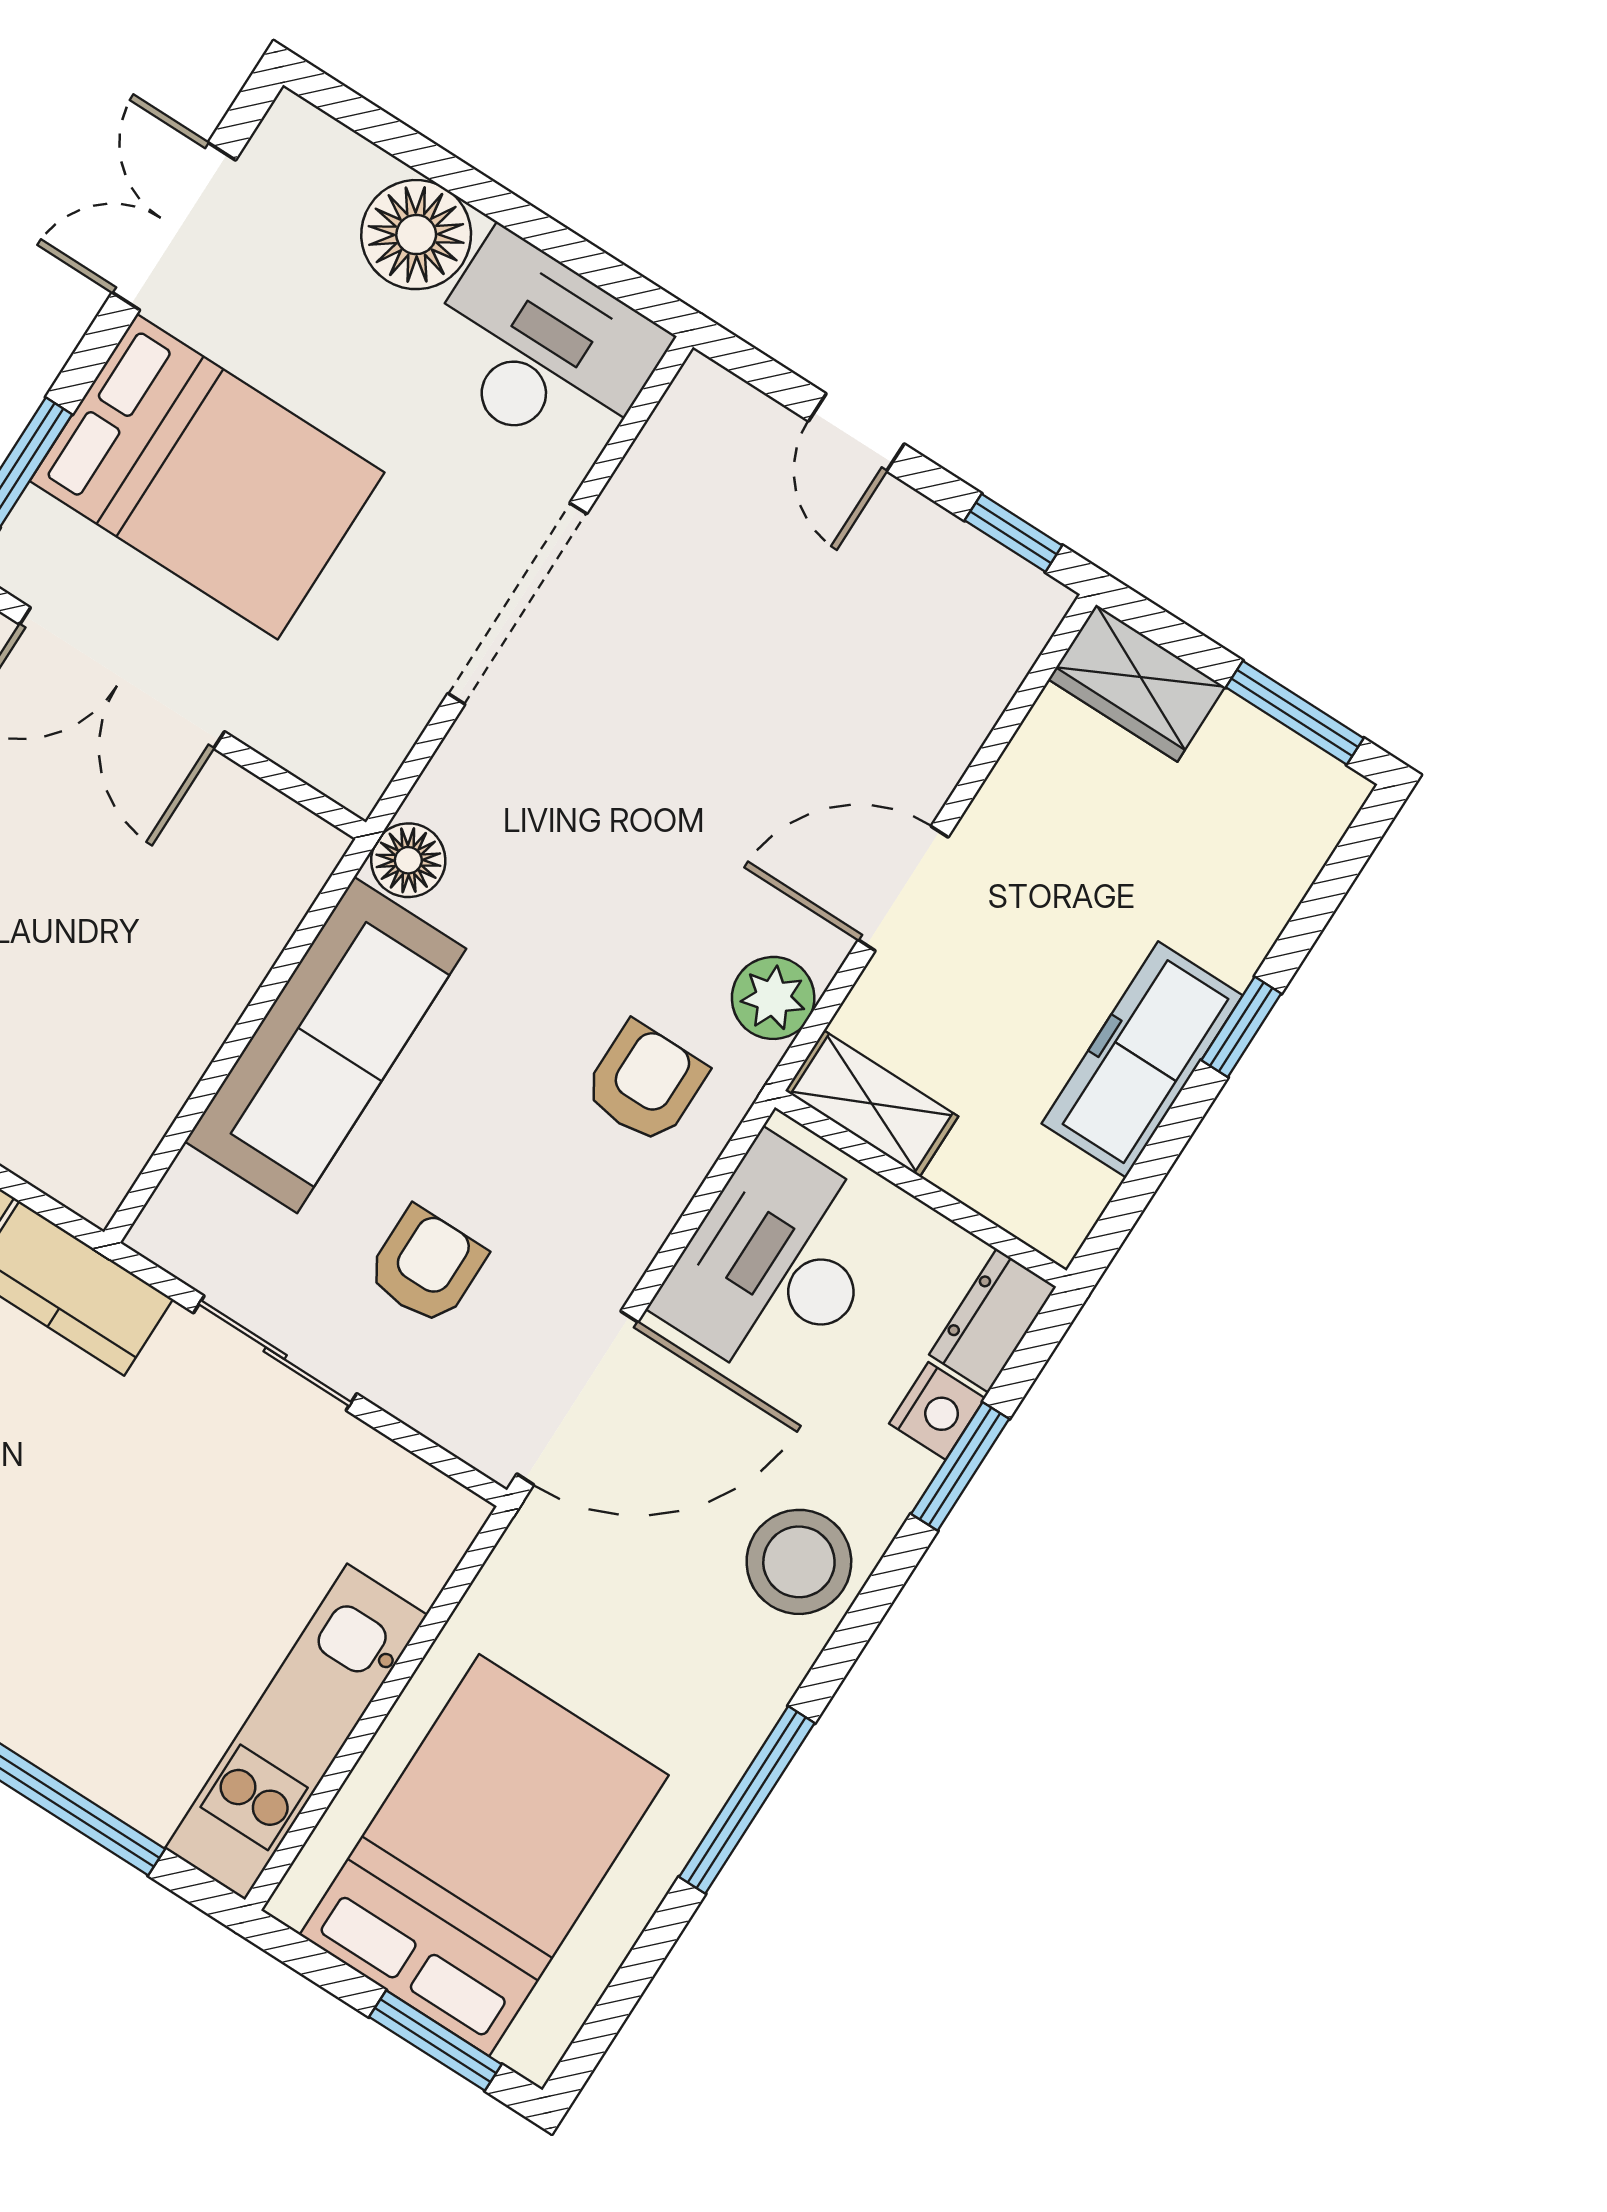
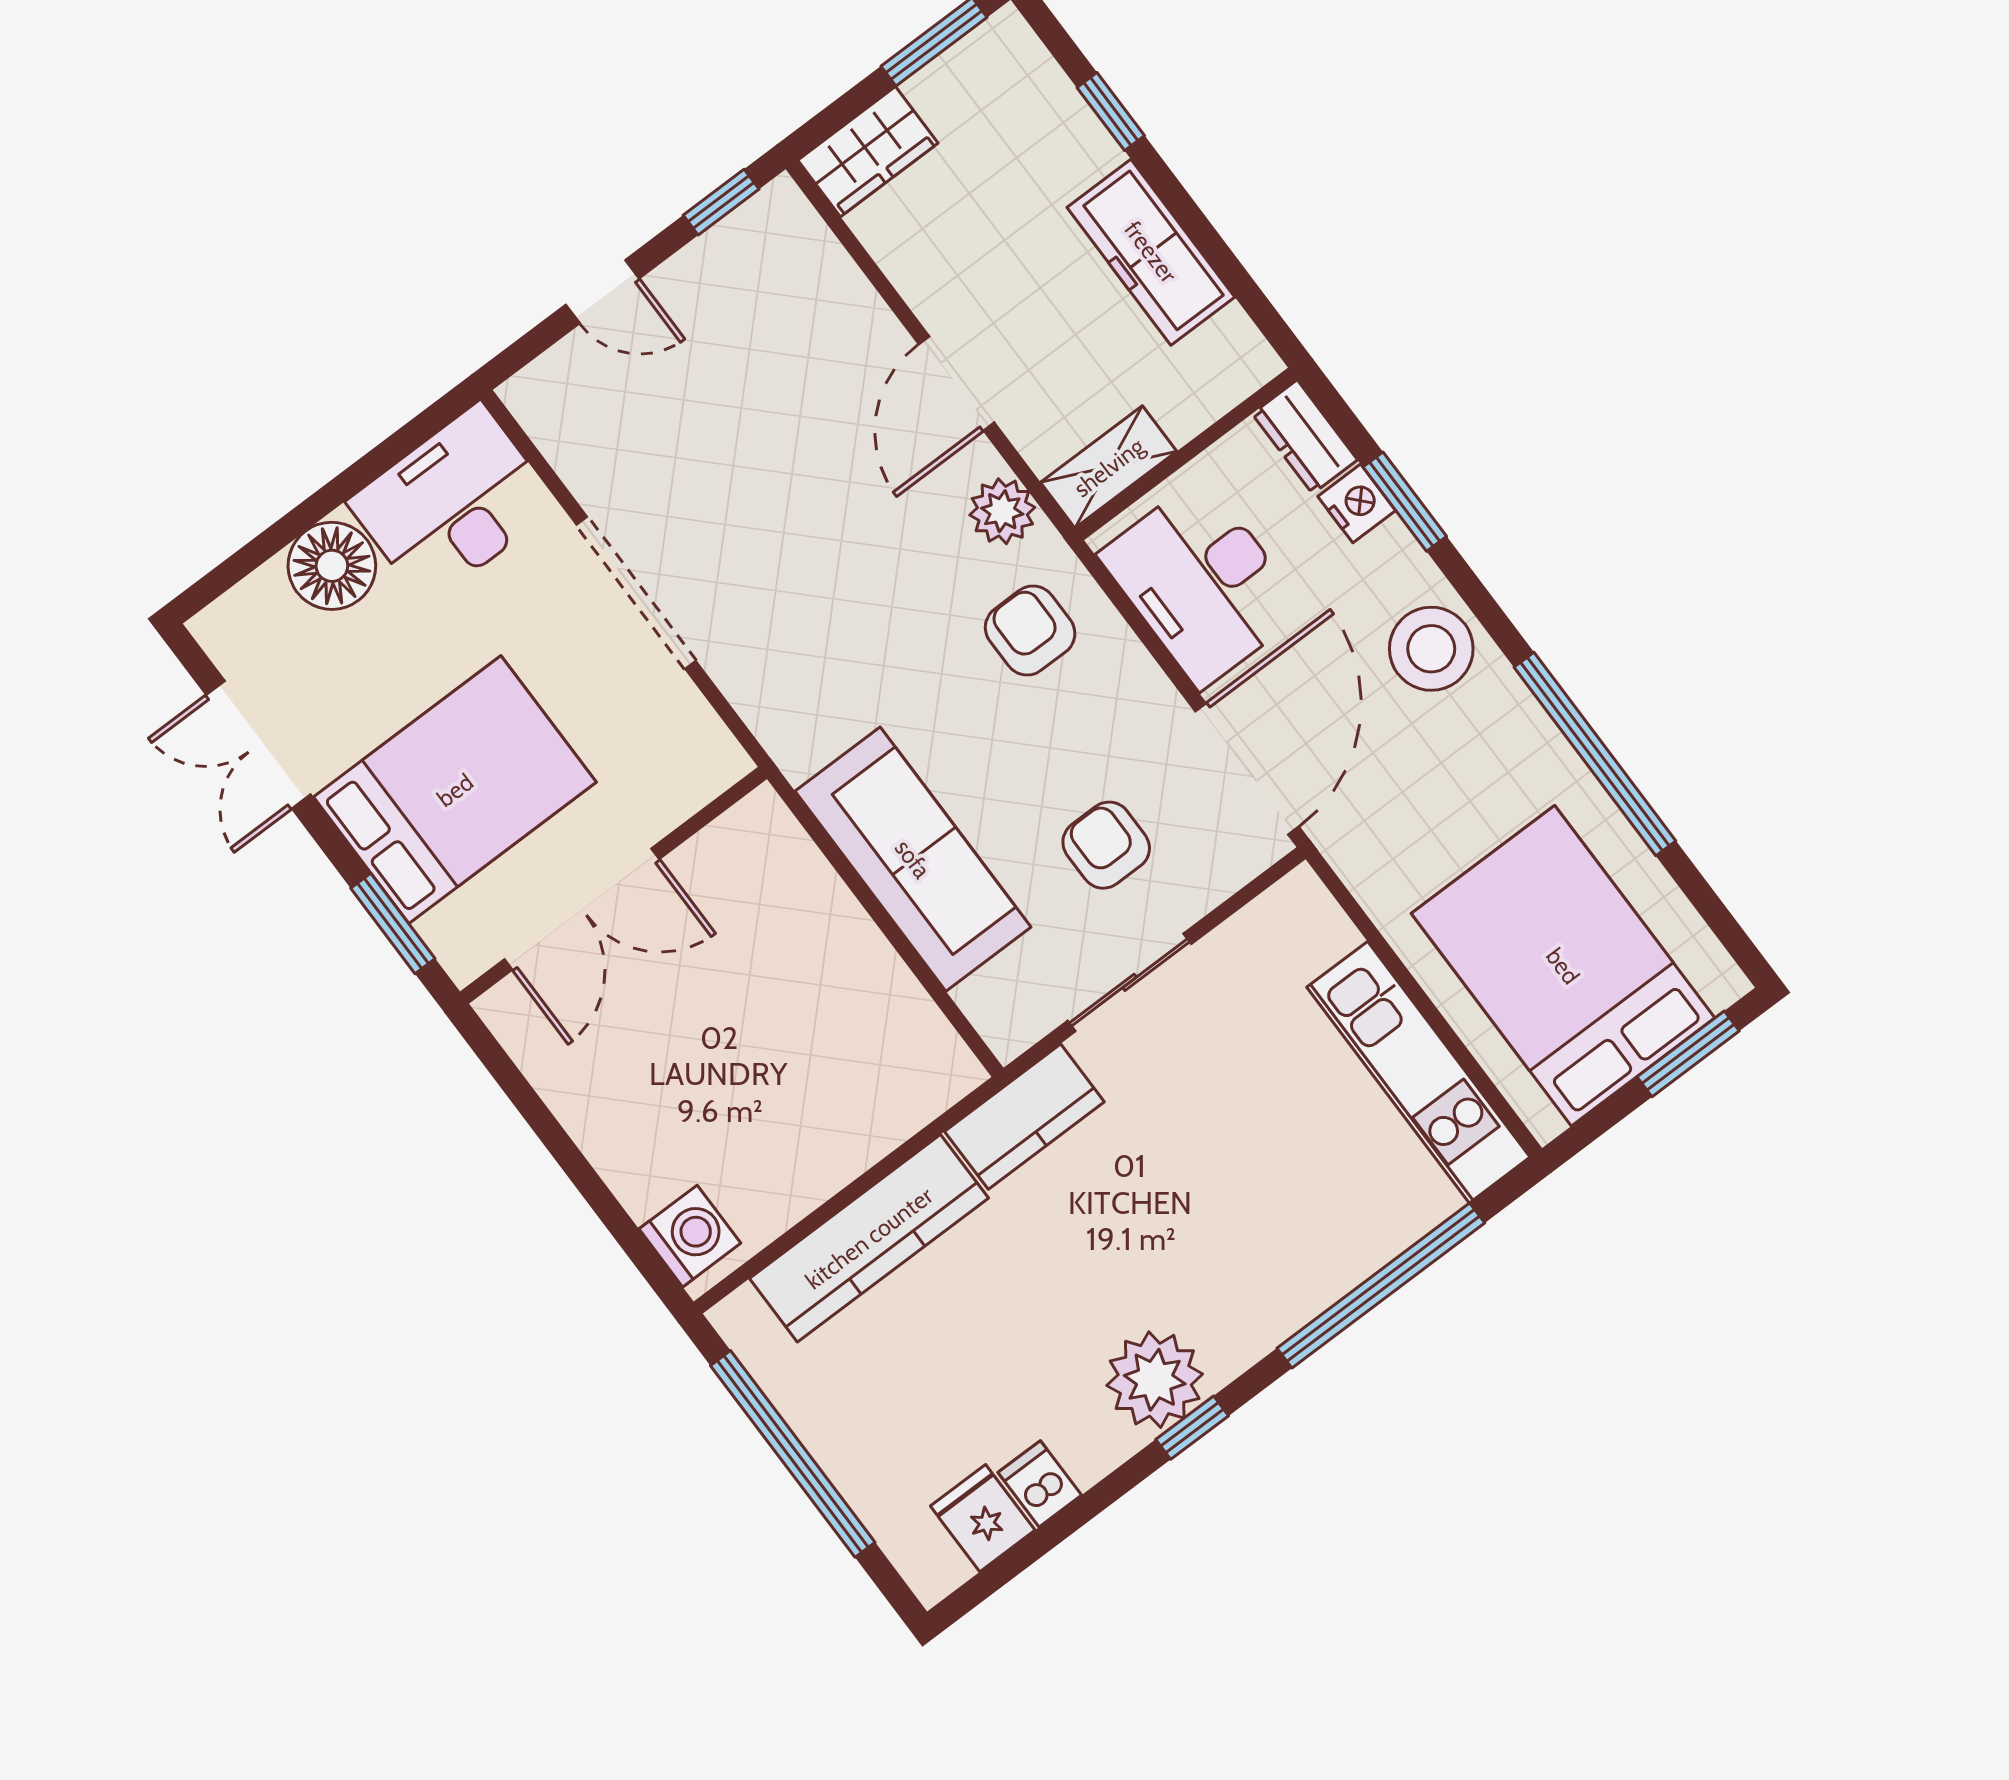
floor lamp: (408, 860) -> (798, 746), removed
window: (1241, 1027) -> (1111, 112), moved
window: (747, 1800) -> (1595, 754), width x1.46

